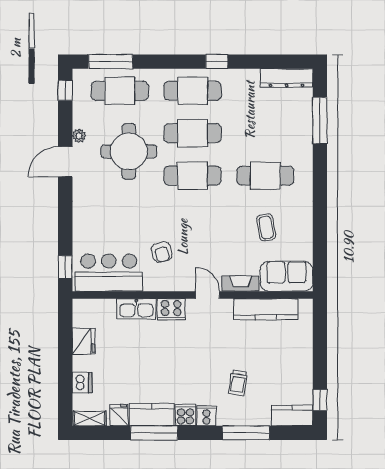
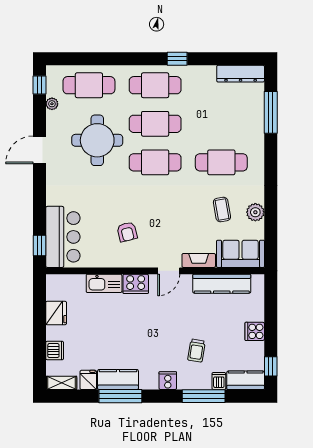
window: (111, 62) -> (81, 59), removed
plant: (79, 136) -> (52, 104), moved
plant: (303, 231) -> (255, 212), added
bar counter: (109, 273) -> (63, 237), moved, turned 90
door: (208, 295) -> (169, 271), swing flipped
cooker: (186, 415) -> (255, 331), moved, turned -90
dishwasher: (263, 416) -> (219, 381), added

